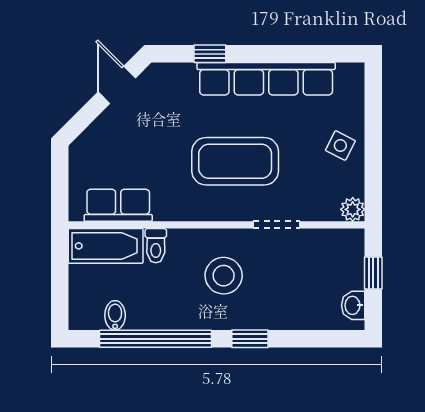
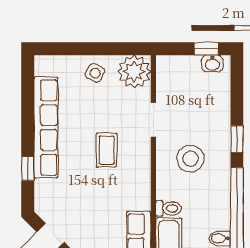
coffee table: (235, 161) -> (107, 150), width x0.54, depth x0.58
plant: (353, 209) -> (134, 72), width x1.88, depth x1.88
window: (373, 273) -> (206, 49), moved

